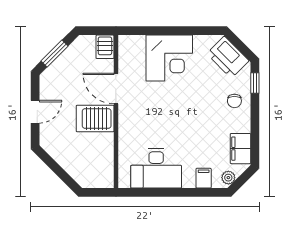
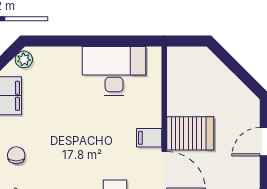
filing cabinet: (204, 178) -> (149, 138), moved, turned 90

